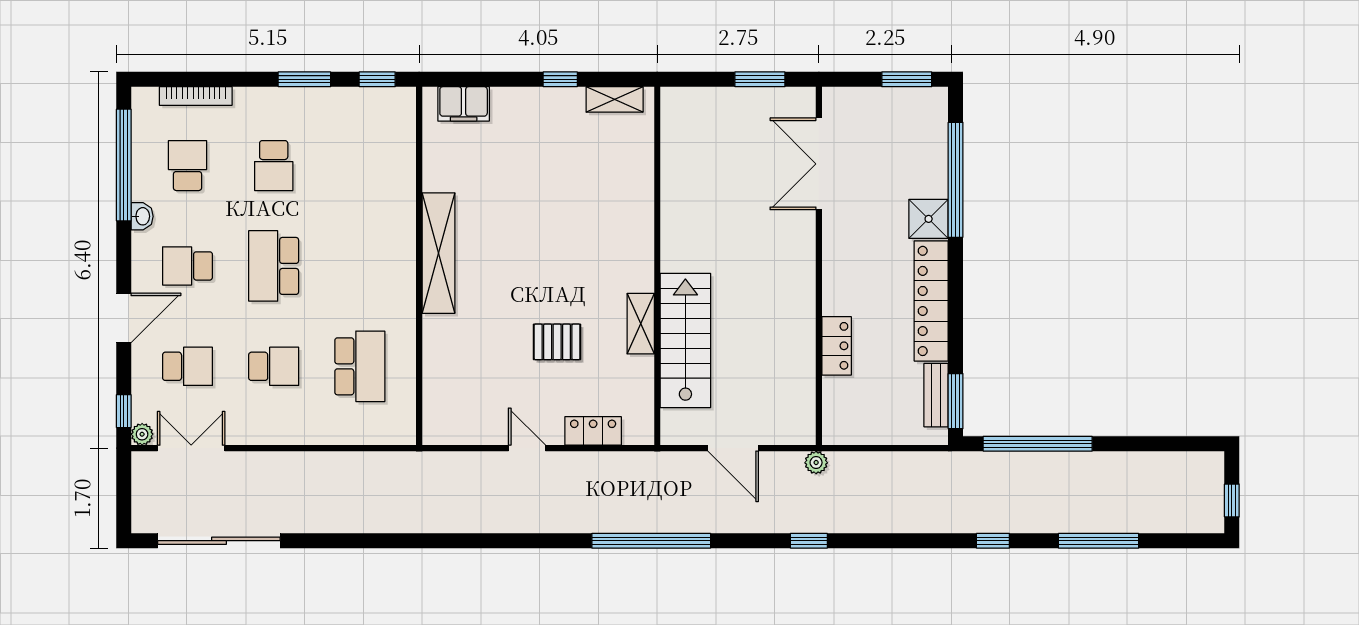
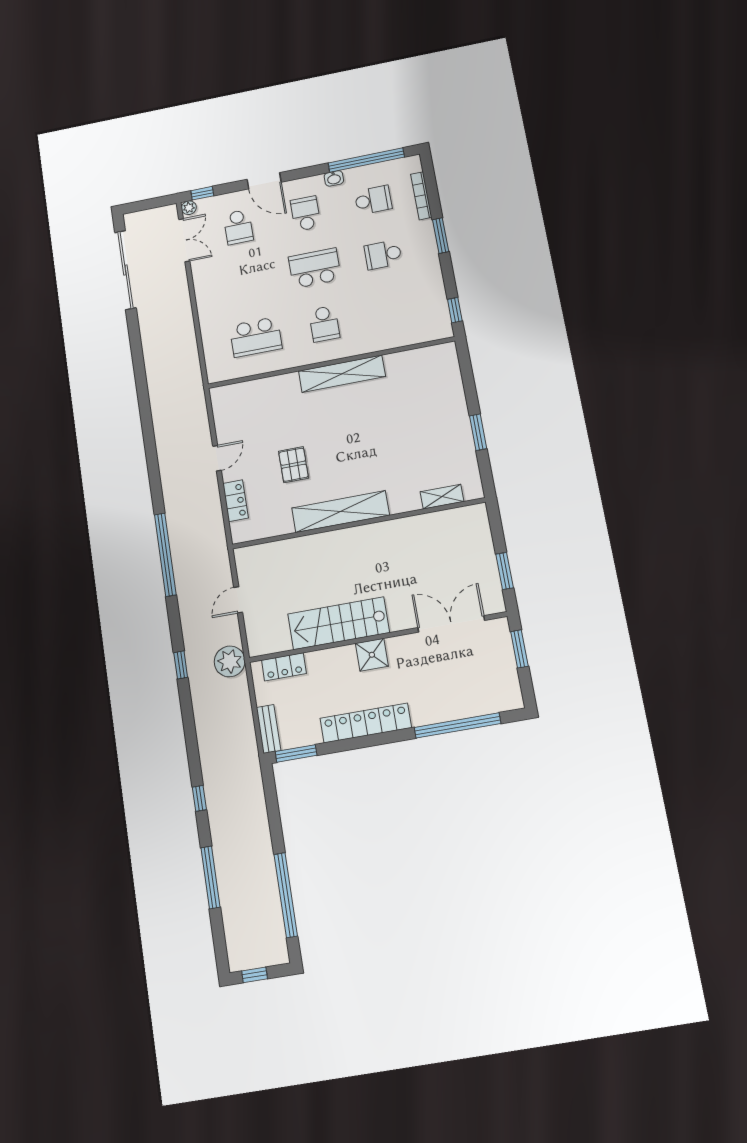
window: (304, 79) -> (441, 236), moved
window: (560, 79) -> (478, 432), width x1.50
window: (907, 79) -> (519, 649), moved
shelving: (615, 99) -> (442, 497), moved, turned 90
filing cabinet: (464, 104) -> (449, 370), removed
shower: (929, 219) -> (372, 655), moved
shelving: (641, 324) -> (341, 512), width x2.20, depth x1.33
stairs: (685, 340) -> (339, 623), moved, turned 180
locker: (837, 346) -> (284, 667), moved
school desk: (274, 366) -> (324, 324), moved
bench: (936, 395) -> (269, 729), moved, turned 90
window: (1038, 444) -> (286, 895), moved
door: (733, 448) -> (238, 600), width x0.73
plant: (816, 463) -> (230, 661), width x1.88, depth x1.88

